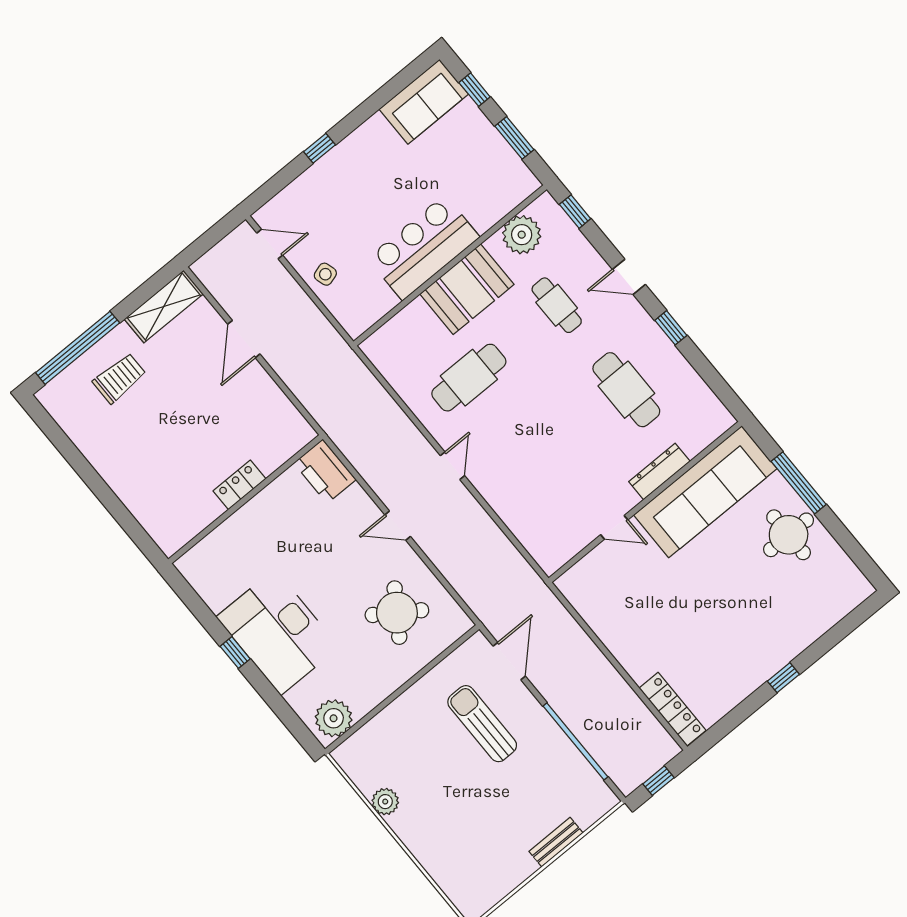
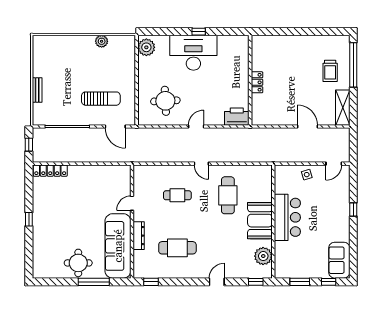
cafe table: (557, 305) -> (177, 195), moved
window: (671, 328) -> (151, 282), moved
round table: (397, 613) -> (165, 101), turned -37

